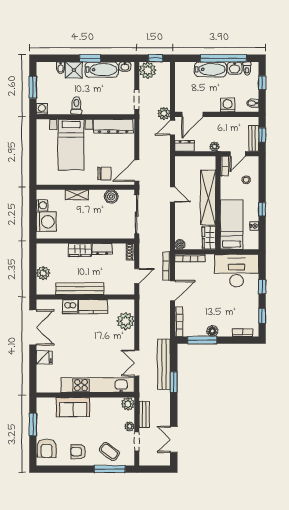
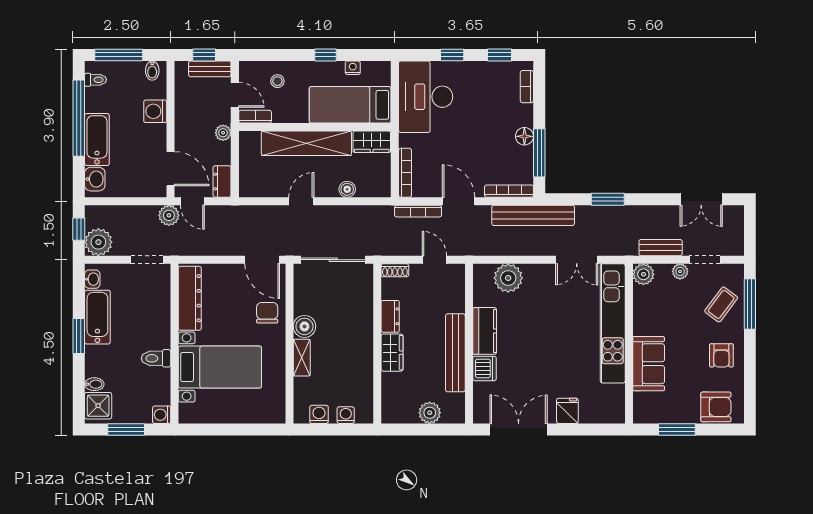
washbasin: (235, 68) -> (95, 179), moved
shower: (74, 70) -> (98, 406), moved
window: (262, 83) -> (119, 55), width x2.17
boiler: (111, 196) -> (304, 326), moved
washing machine: (46, 222) -> (346, 415), width x0.53, depth x0.53
boiler: (180, 244) -> (347, 189), moved
bench: (164, 364) -> (533, 215), moved

